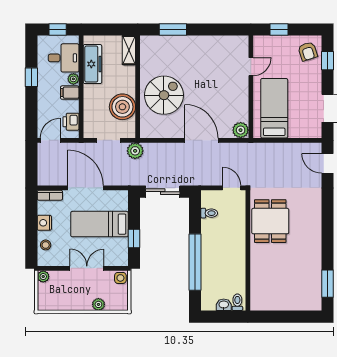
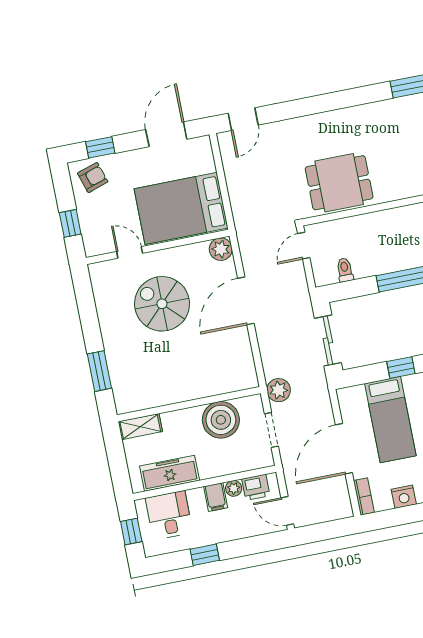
plant: (73, 79) -> (234, 488), moved
spiral stairs: (164, 95) -> (162, 304), moved
bed: (274, 108) -> (181, 208), width x1.50

